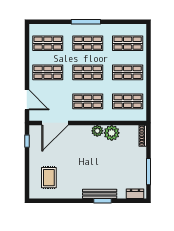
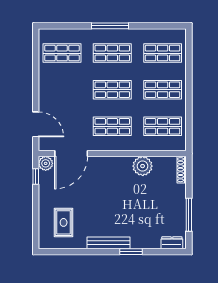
shop shelf: (48, 72) -> (62, 90), removed
plant: (97, 131) -> (46, 163), moved
bench: (100, 194) -> (109, 243), moved

